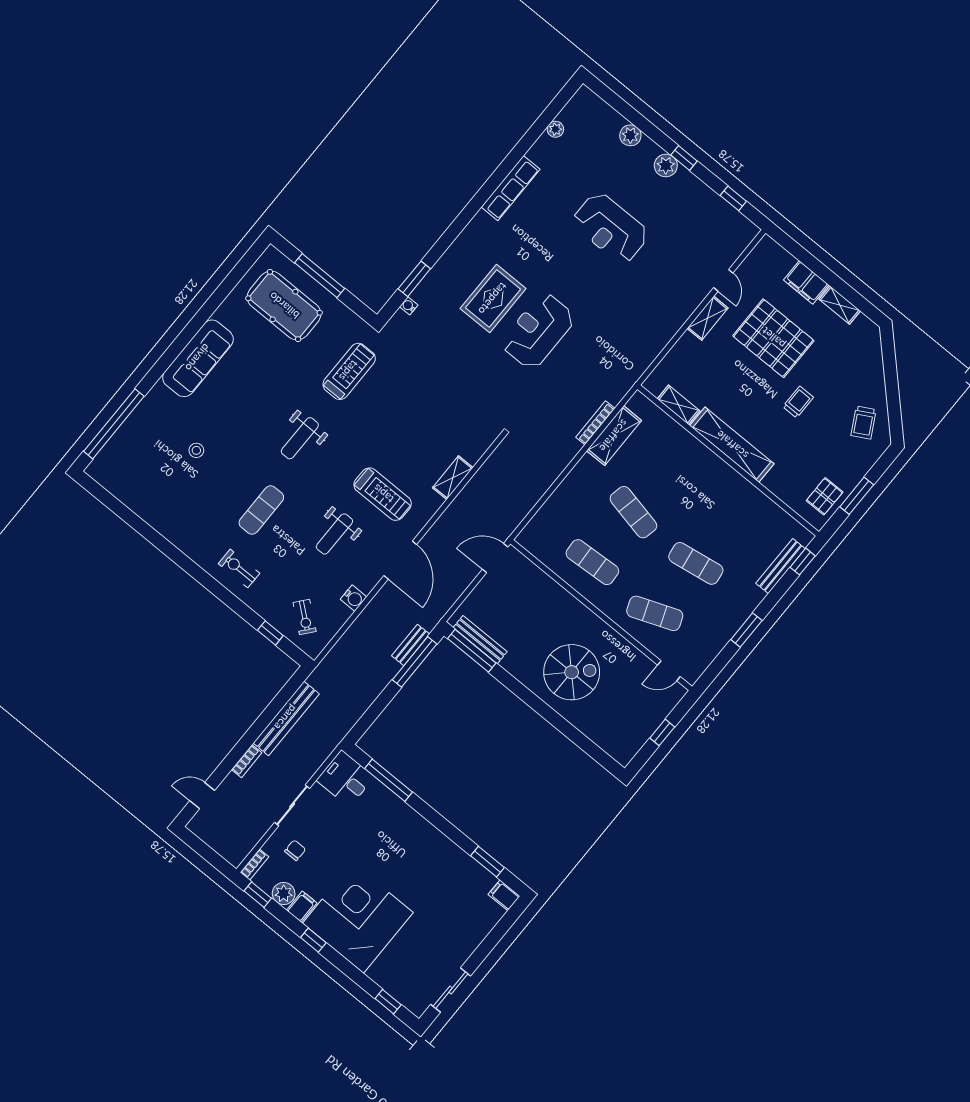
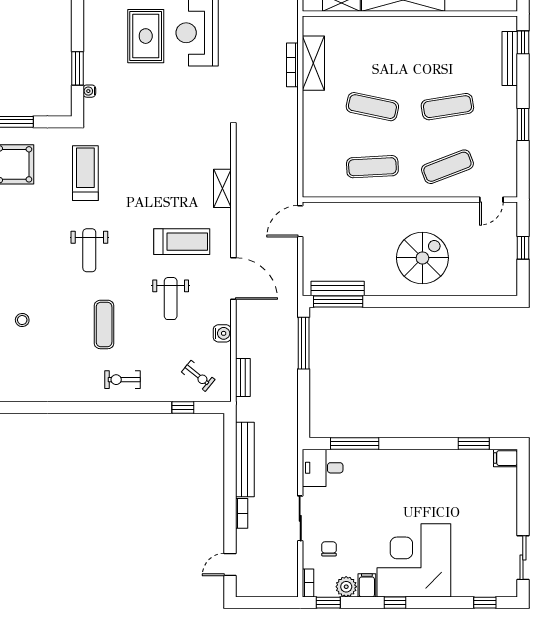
bench: (411, 645) -> (243, 378), moved

